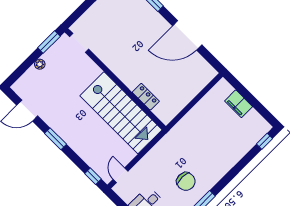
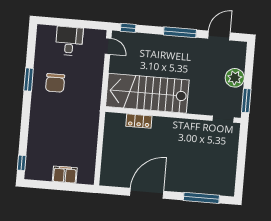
plant: (40, 64) -> (235, 78), width x1.88, depth x1.88
window: (56, 139) -> (180, 32), width x1.44
chair: (186, 181) -> (55, 83), turned -90

